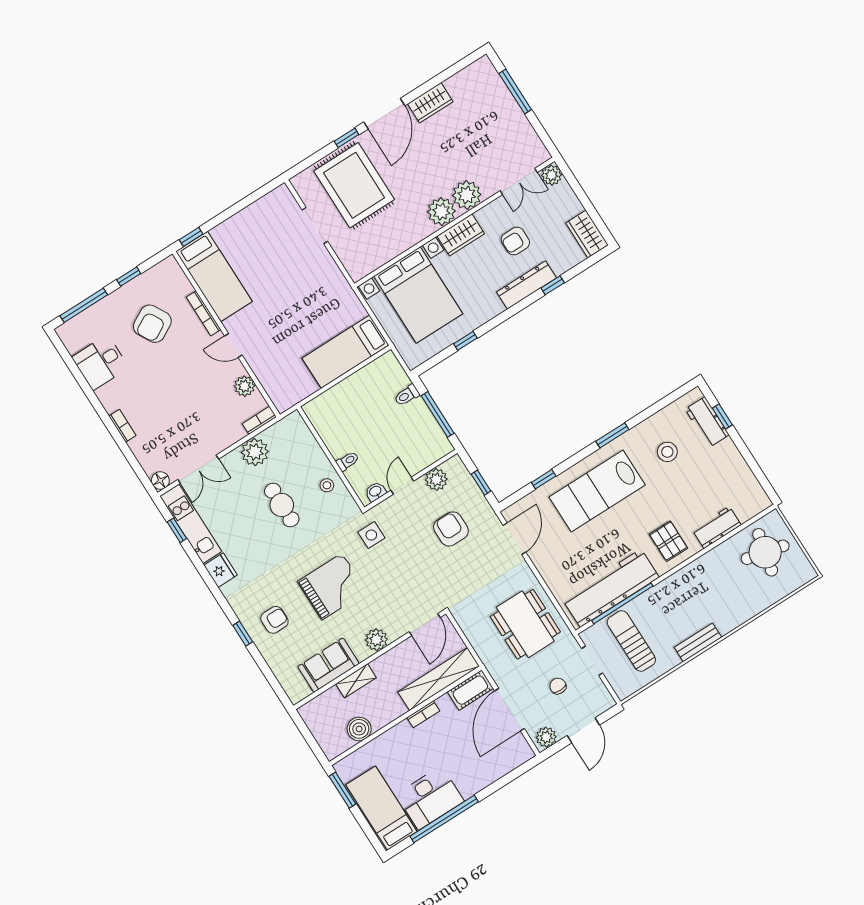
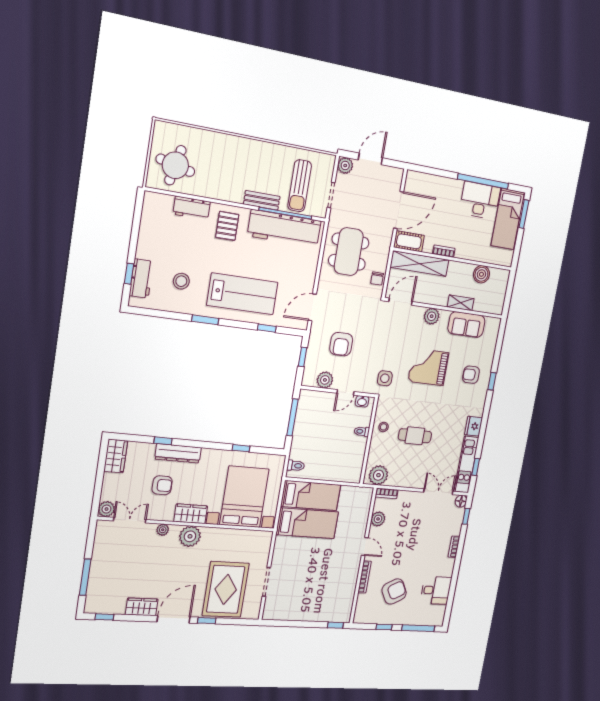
window: (461, 65) -> (104, 617), added
plant: (467, 195) -> (163, 530), width x0.53, depth x0.53
bed: (214, 276) -> (307, 523), moved, turned 90
toilet: (407, 395) -> (296, 466), moved
plant: (255, 452) -> (378, 475), moved
window: (138, 470) -> (466, 516), added
cafe table: (282, 505) -> (415, 436), turned 90
bench: (698, 642) -> (262, 200), moved
chair: (558, 686) -> (377, 279), moved
plant: (546, 737) -> (345, 165), moved
window: (342, 790) -> (524, 214), moved

